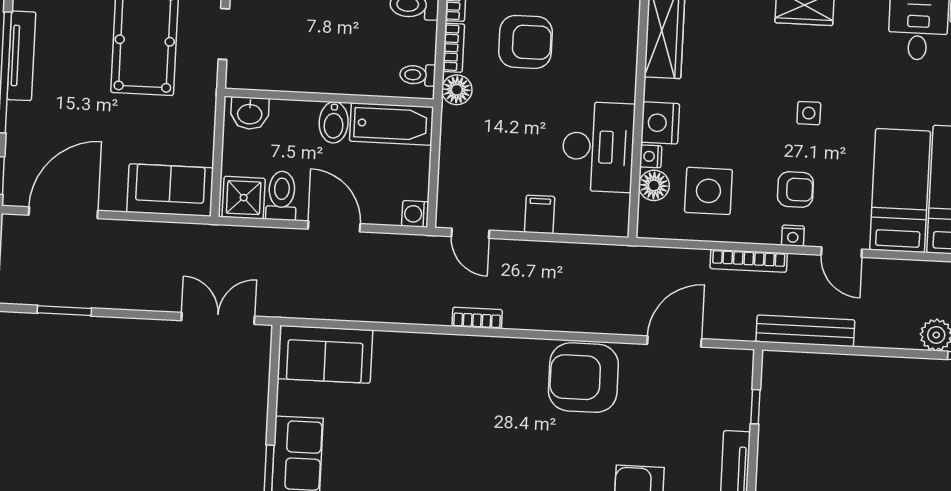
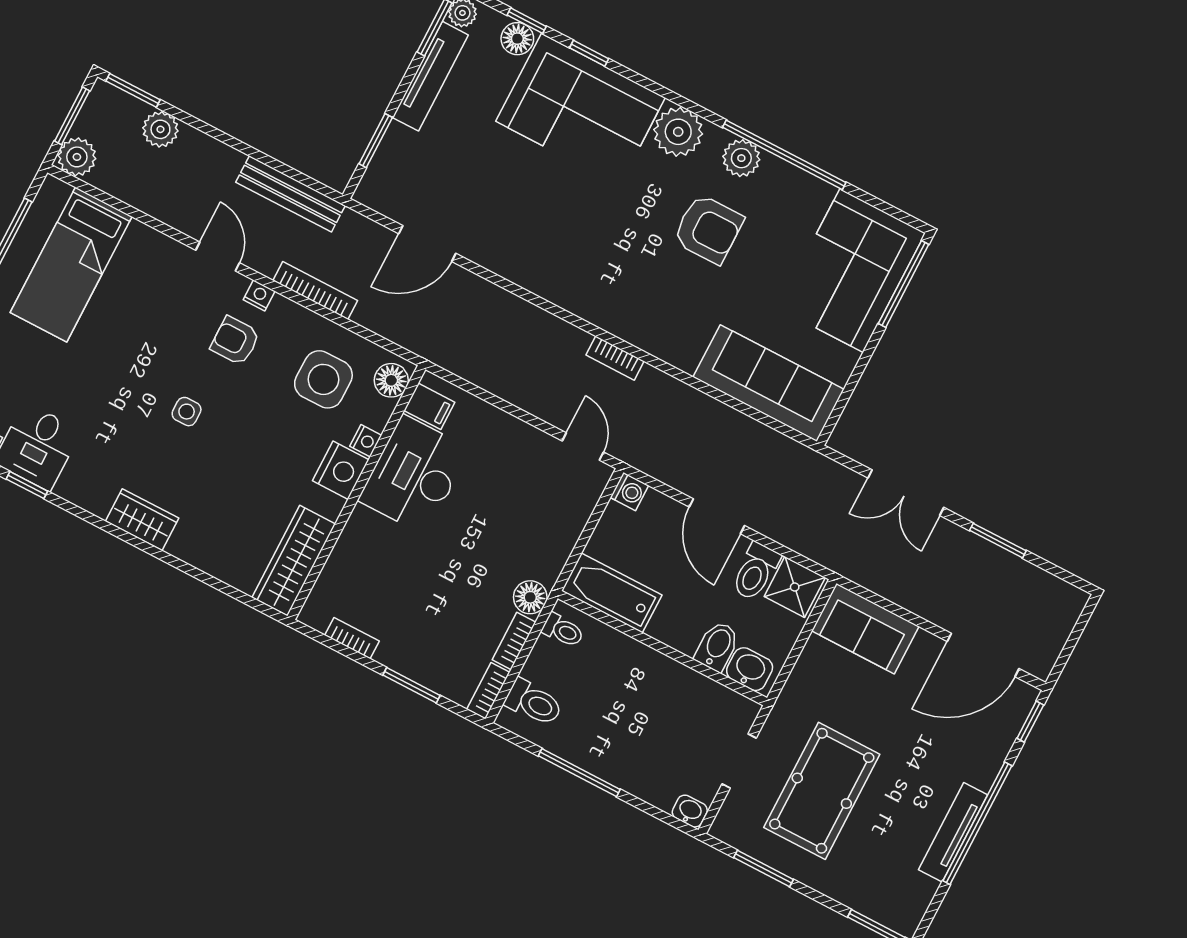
armchair: (526, 42) -> (439, 614), removed
bidet: (334, 122) -> (717, 646), moved
floor lamp: (654, 185) -> (391, 380), moved
bed: (900, 190) -> (130, 291), removed
filing cabinet: (540, 214) -> (429, 406), moved, turned -90
window: (64, 311) -> (998, 541), moved
double door: (218, 318) -> (906, 493), moved
sofa: (325, 354) -> (769, 383), width x1.36
armchair: (583, 378) -> (708, 229), moved, width x0.73, depth x0.73
window: (755, 407) -> (376, 141), width x1.50

